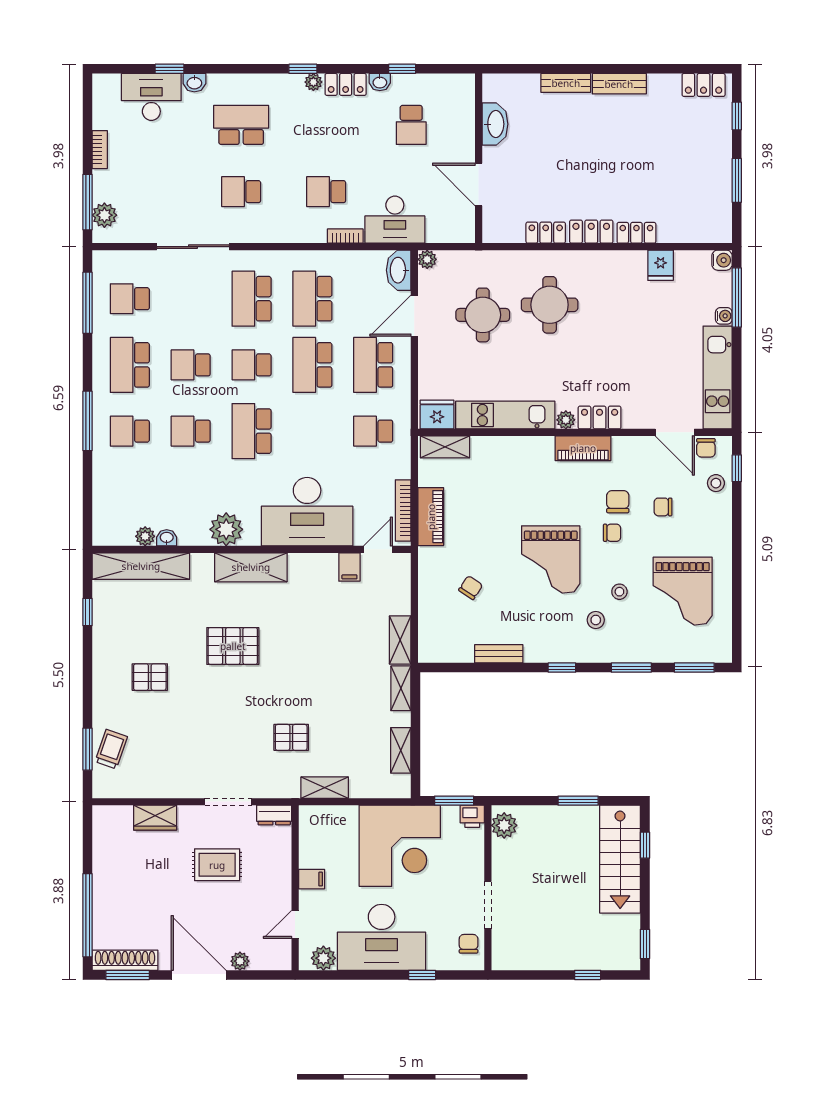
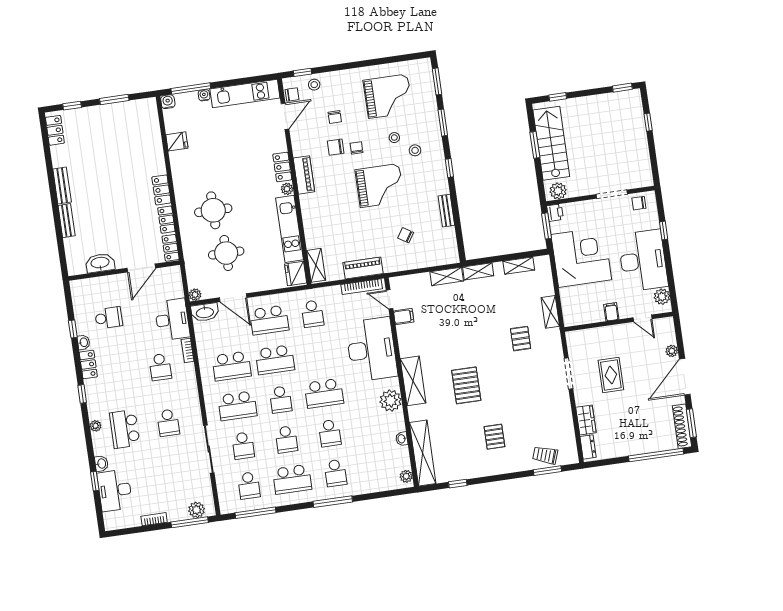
plant: (313, 82) -> (96, 426), moved
locker: (636, 233) -> (171, 248), moved
school desk: (191, 299) -> (243, 446), added
plant: (145, 536) -> (406, 476), moved
dresser: (274, 815) -> (588, 447), moved
stairs: (620, 859) -> (551, 143), moved, turned -90

